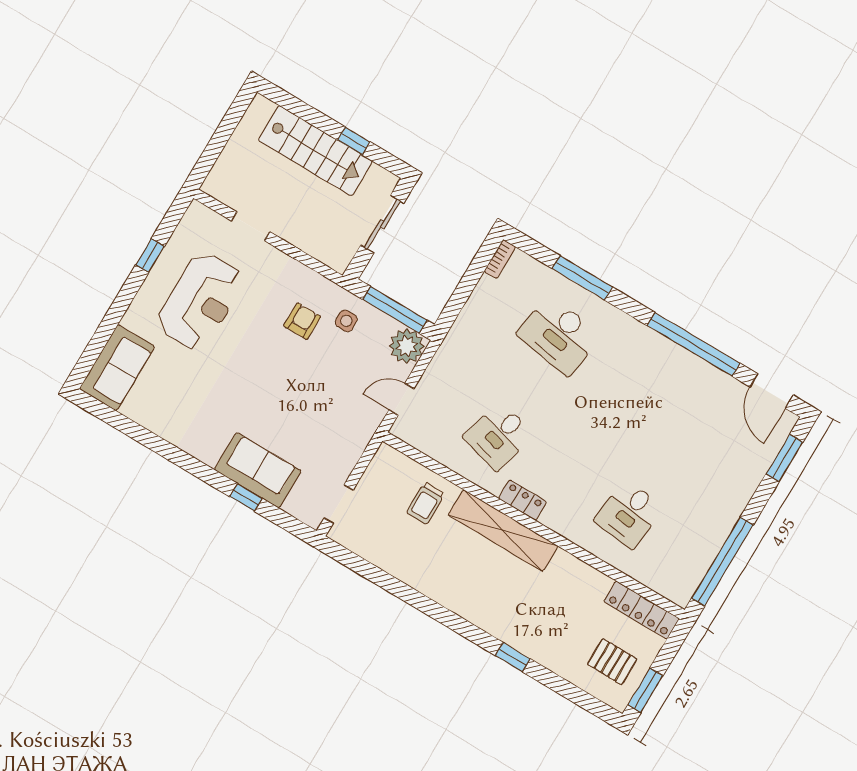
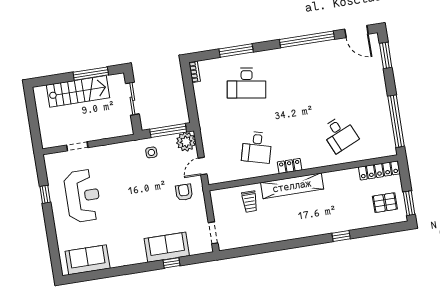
window: (354, 141) -> (91, 74), width x2.17
armchair: (302, 321) -> (184, 192), moved
sofa: (117, 368) -> (88, 260), moved, turned -90
desk: (629, 514) -> (340, 134), turned -30

